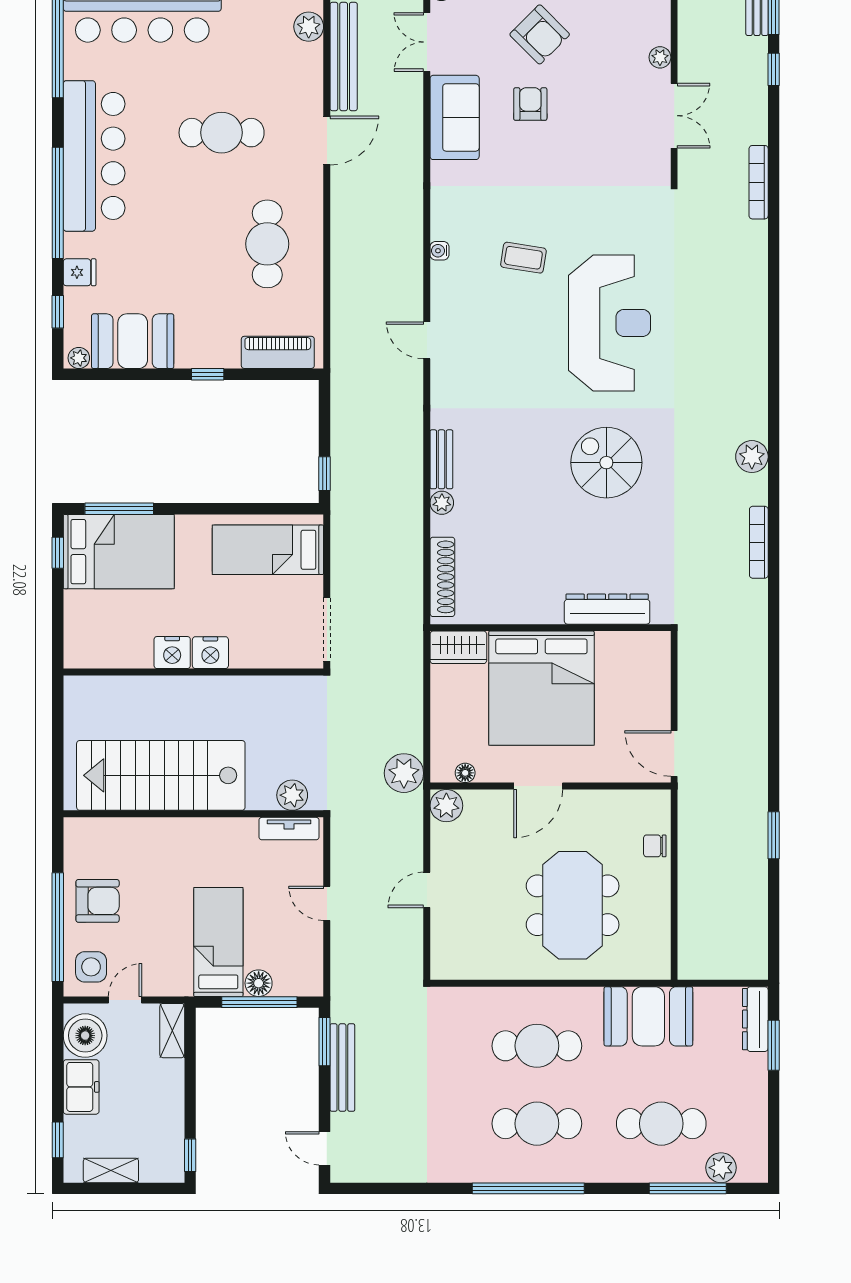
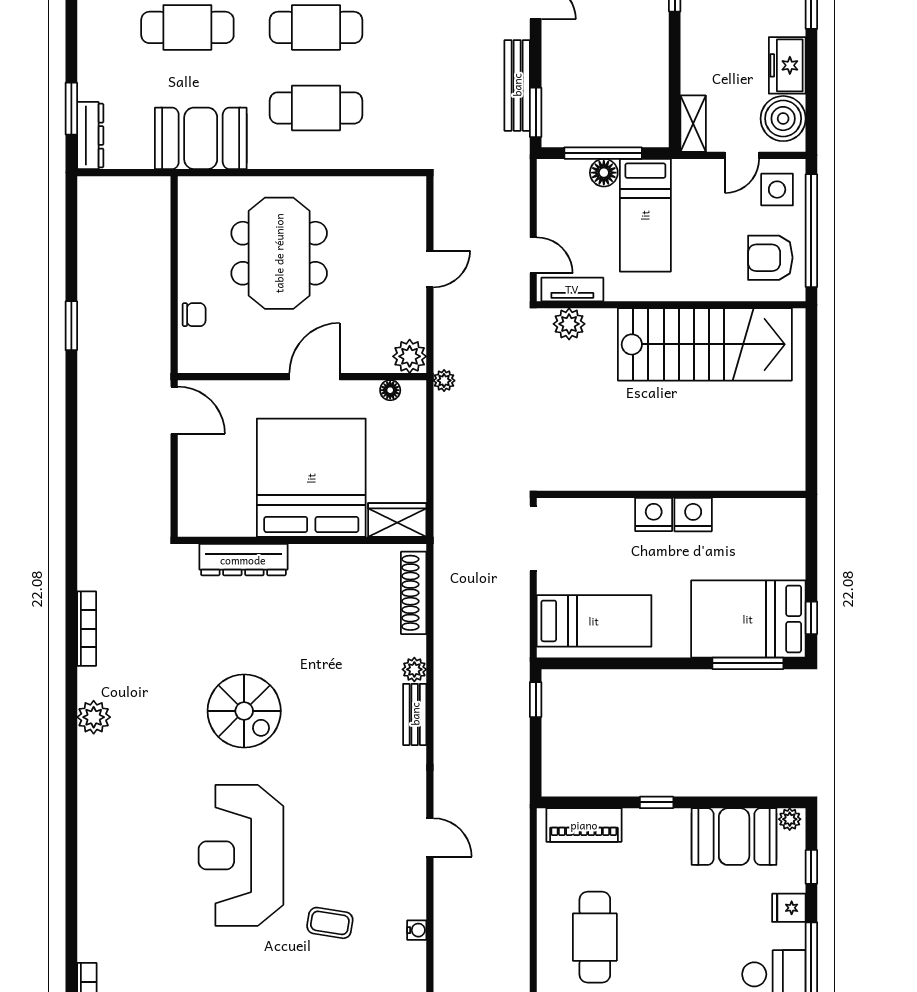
plant: (404, 773) -> (444, 381), width x0.53, depth x0.53
stairs: (161, 775) -> (705, 344), moved
plant: (292, 795) -> (569, 324), moved
wall: (193, 814) -> (671, 305), moved
tv unit: (289, 829) -> (572, 289), moved

